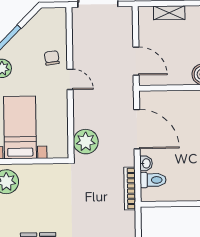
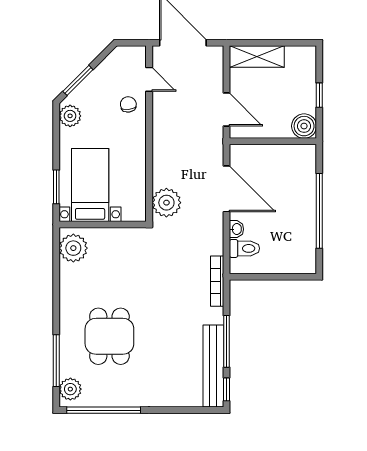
shelving: (169, 13) -> (257, 56), width x1.50, depth x1.33
door: (70, 79) -> (149, 79), moved
bookcase: (130, 189) -> (217, 281), moved

